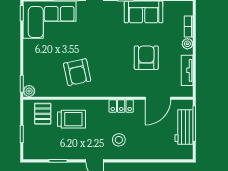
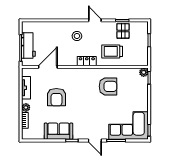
armchair: (77, 72) -> (108, 86), turned 102
locker: (121, 106) -> (87, 61), moved
pallet: (43, 114) -> (123, 31), moved

